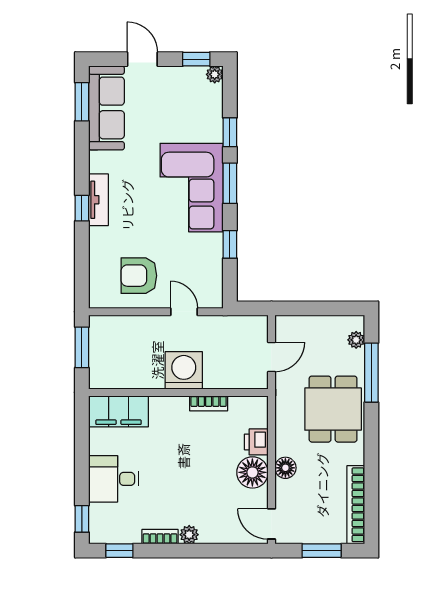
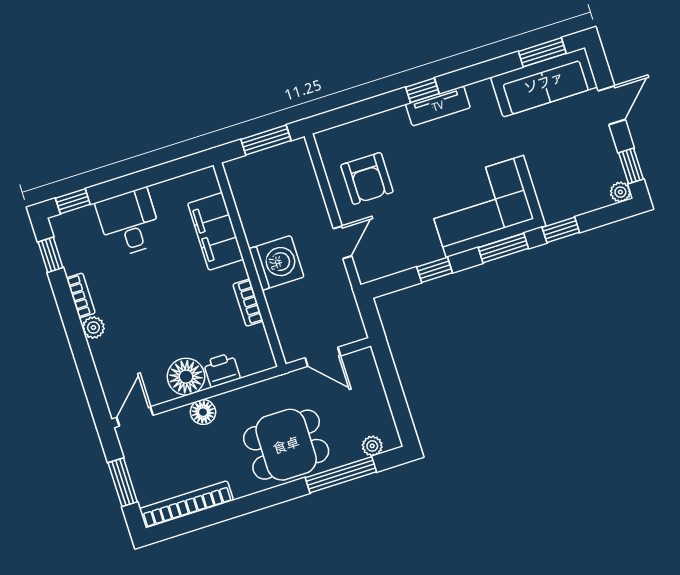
armchair: (139, 276) -> (367, 178), turned 180
filing cabinet: (119, 411) -> (216, 231), moved

